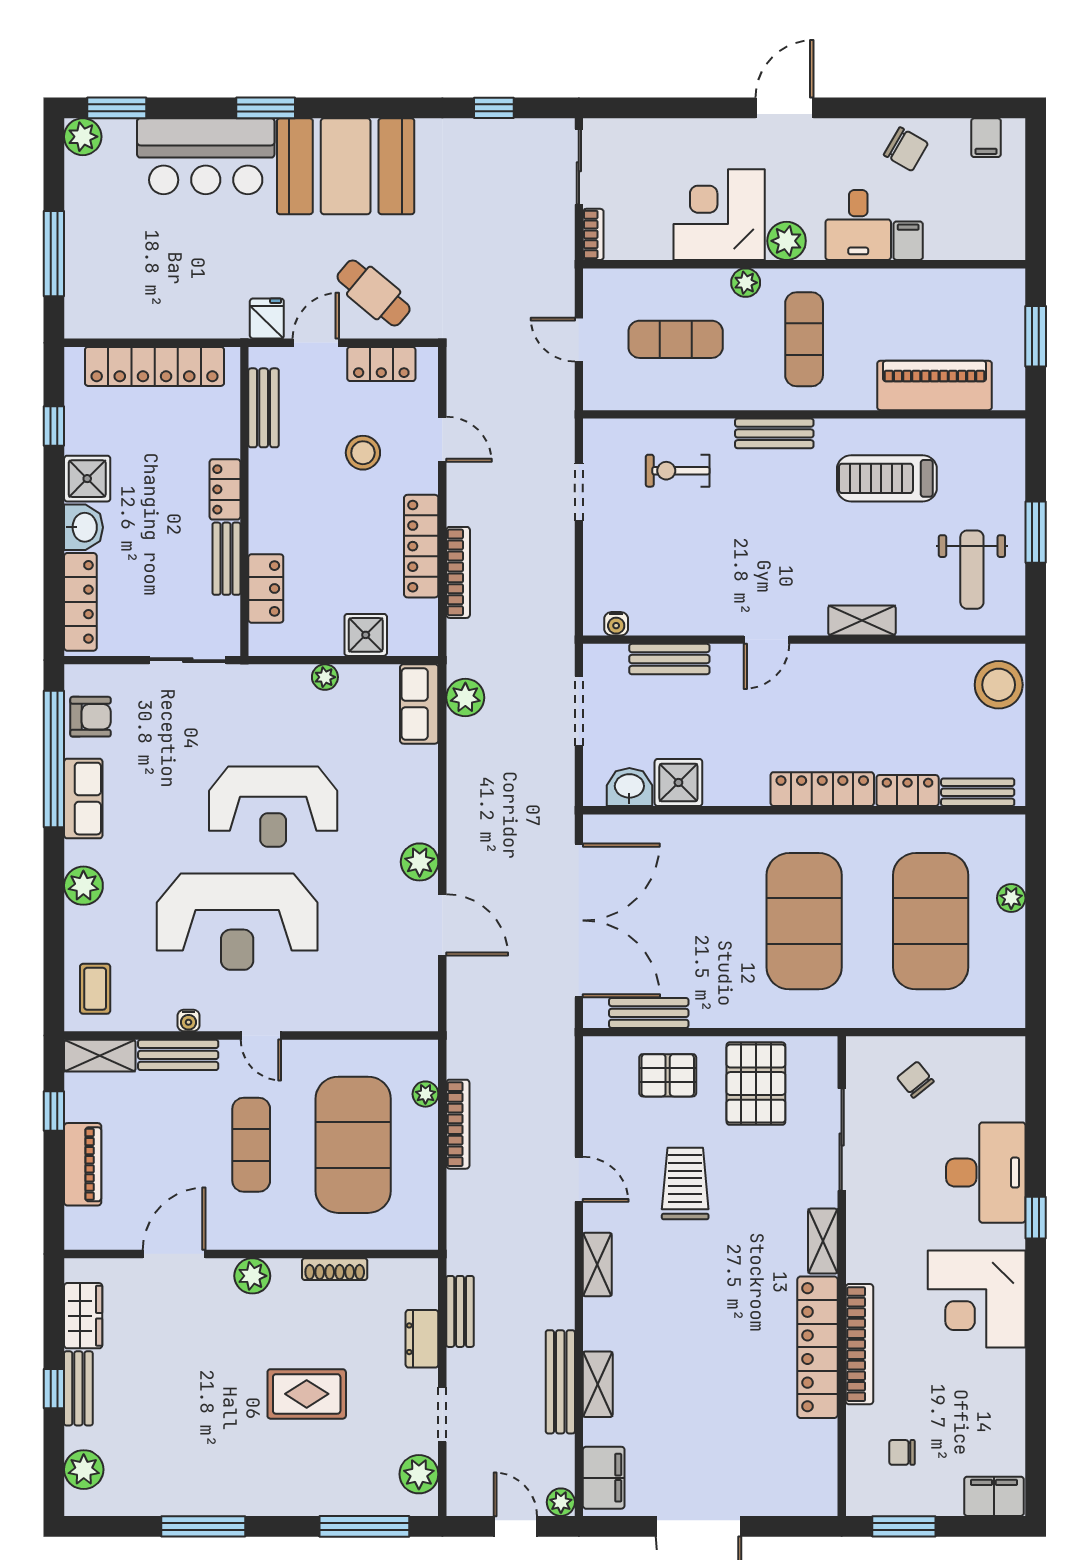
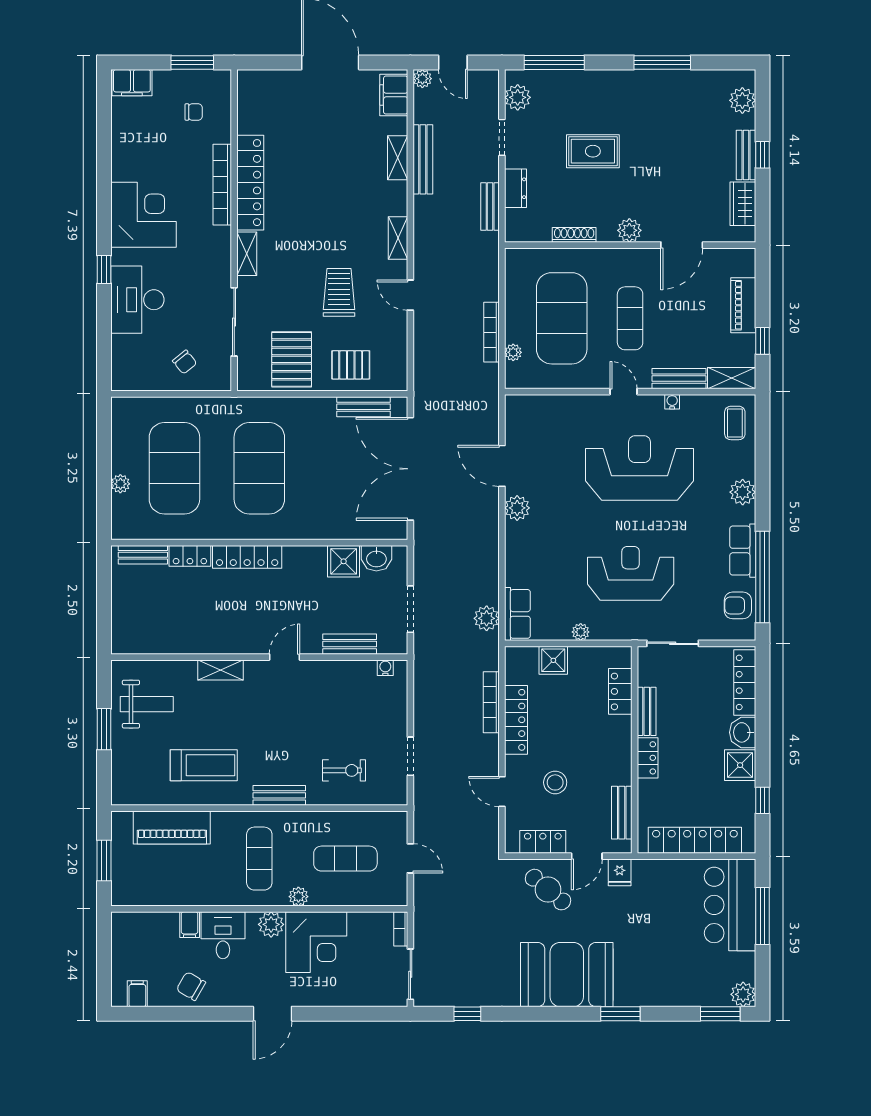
bar counter: (206, 156) -> (730, 905), moved, turned -90
weight bench: (972, 570) -> (147, 704), turned 90
stool: (999, 685) -> (129, 627), removed
reception desk: (273, 807) -> (631, 573), moved
trolley: (685, 1183) -> (339, 292), turned 180

